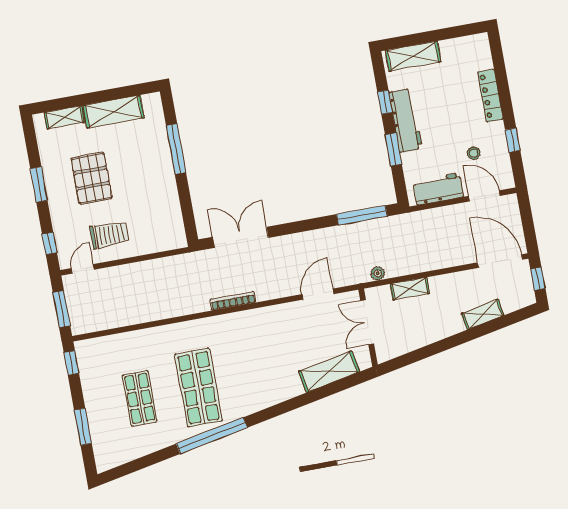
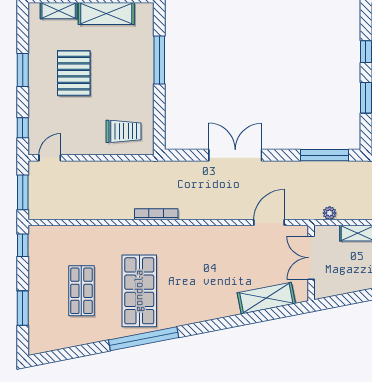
trolley: (109, 235) -> (123, 131), moved
double door: (241, 237) -> (235, 155), moved
bookcase: (233, 301) -> (156, 214), moved

